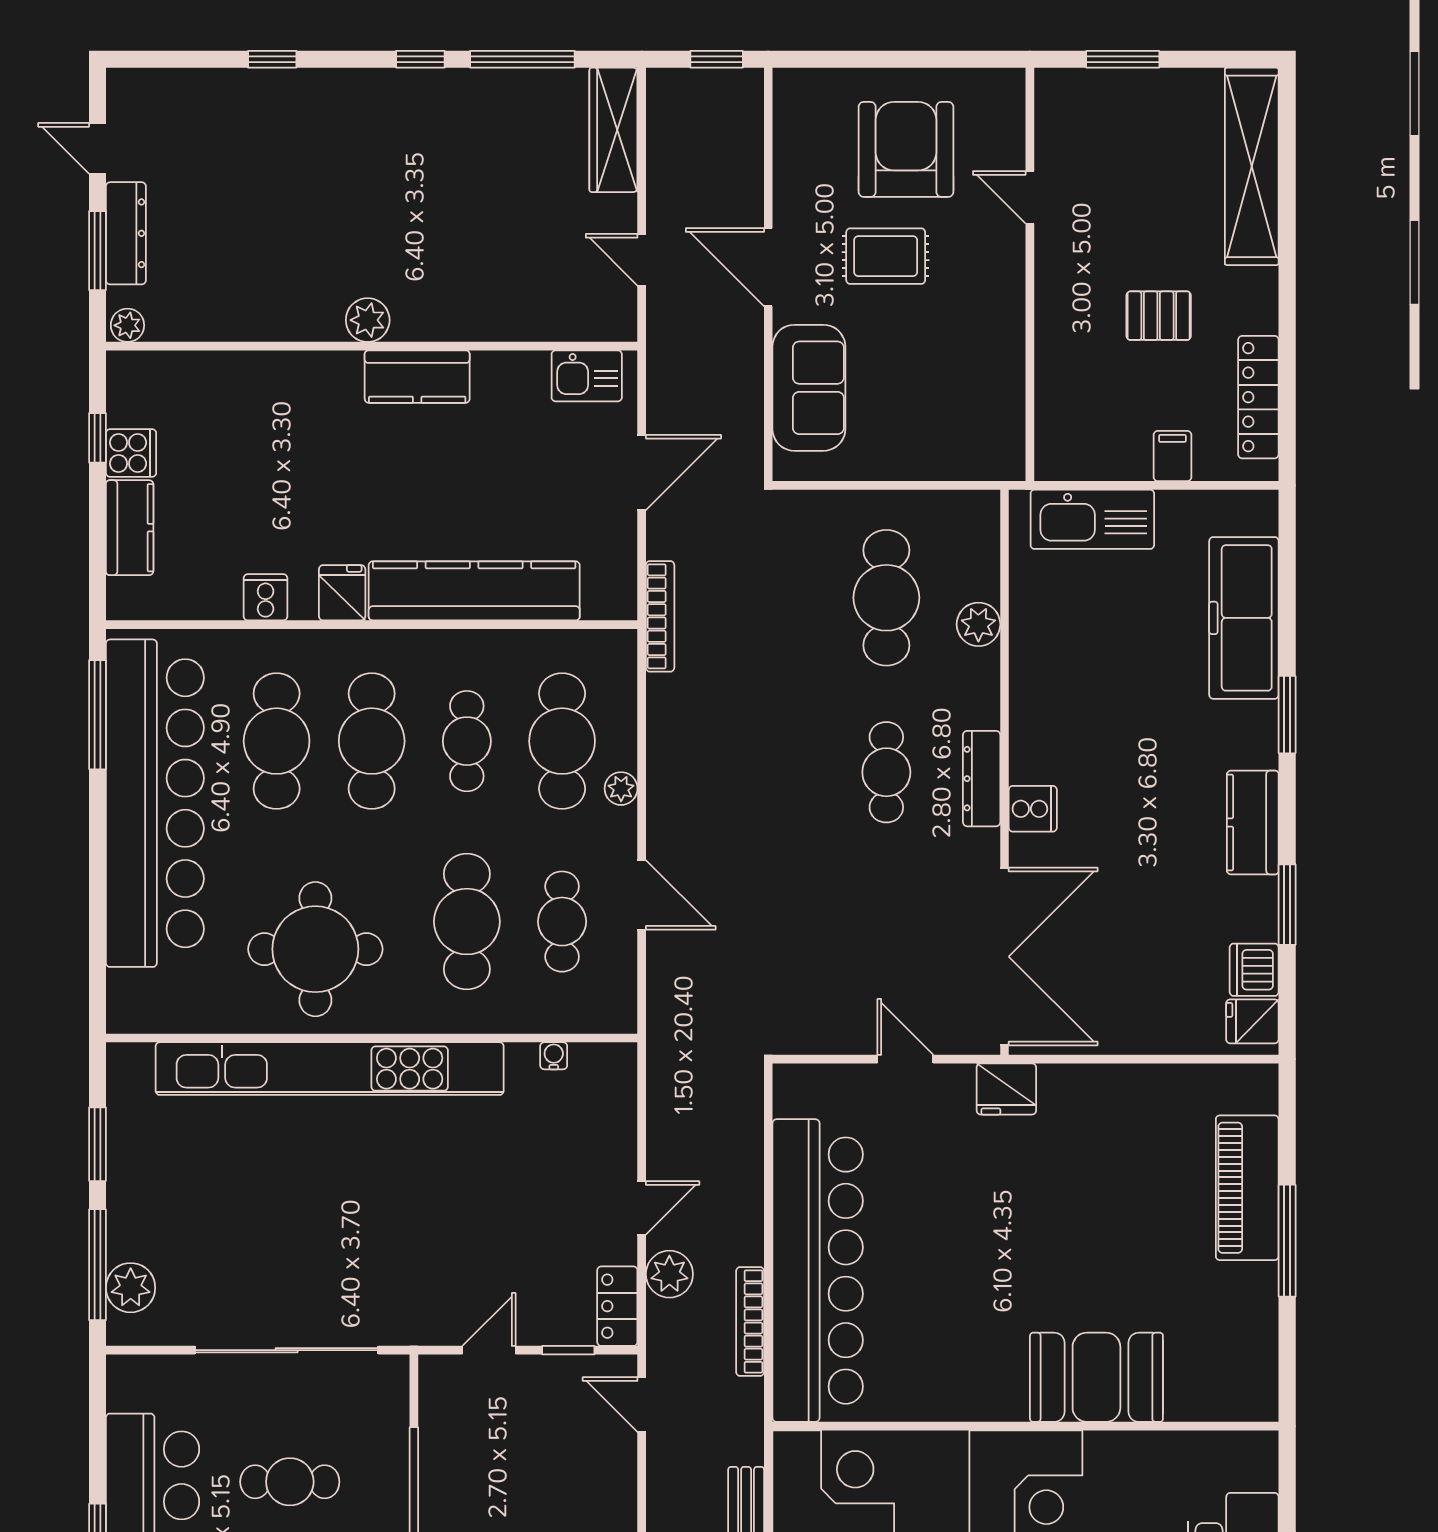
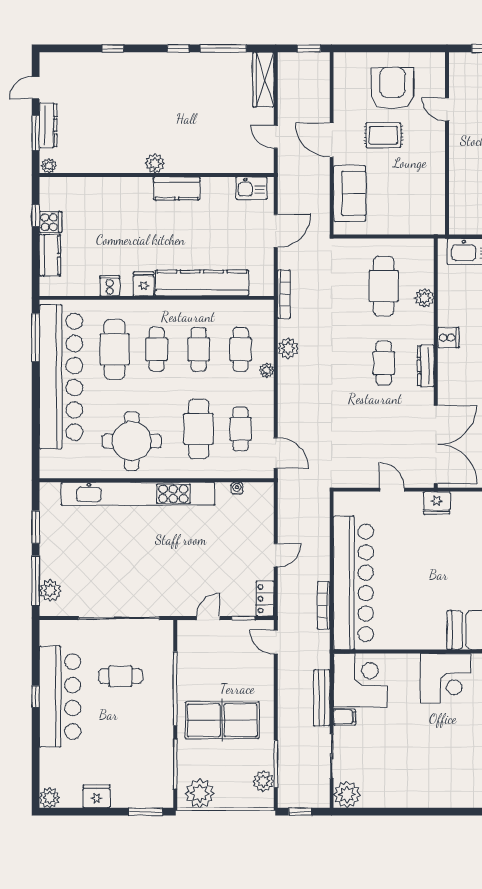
door: (97, 148) -> (36, 88), hinge flipped
cafe table: (372, 741) -> (157, 349), width x0.73, depth x0.74
cafe table: (562, 741) -> (241, 349), width x0.73, depth x0.74
cooker: (1033, 809) -> (448, 338), moved
door: (642, 895) -> (276, 453), moved
plant: (669, 1274) -> (288, 348), moved

